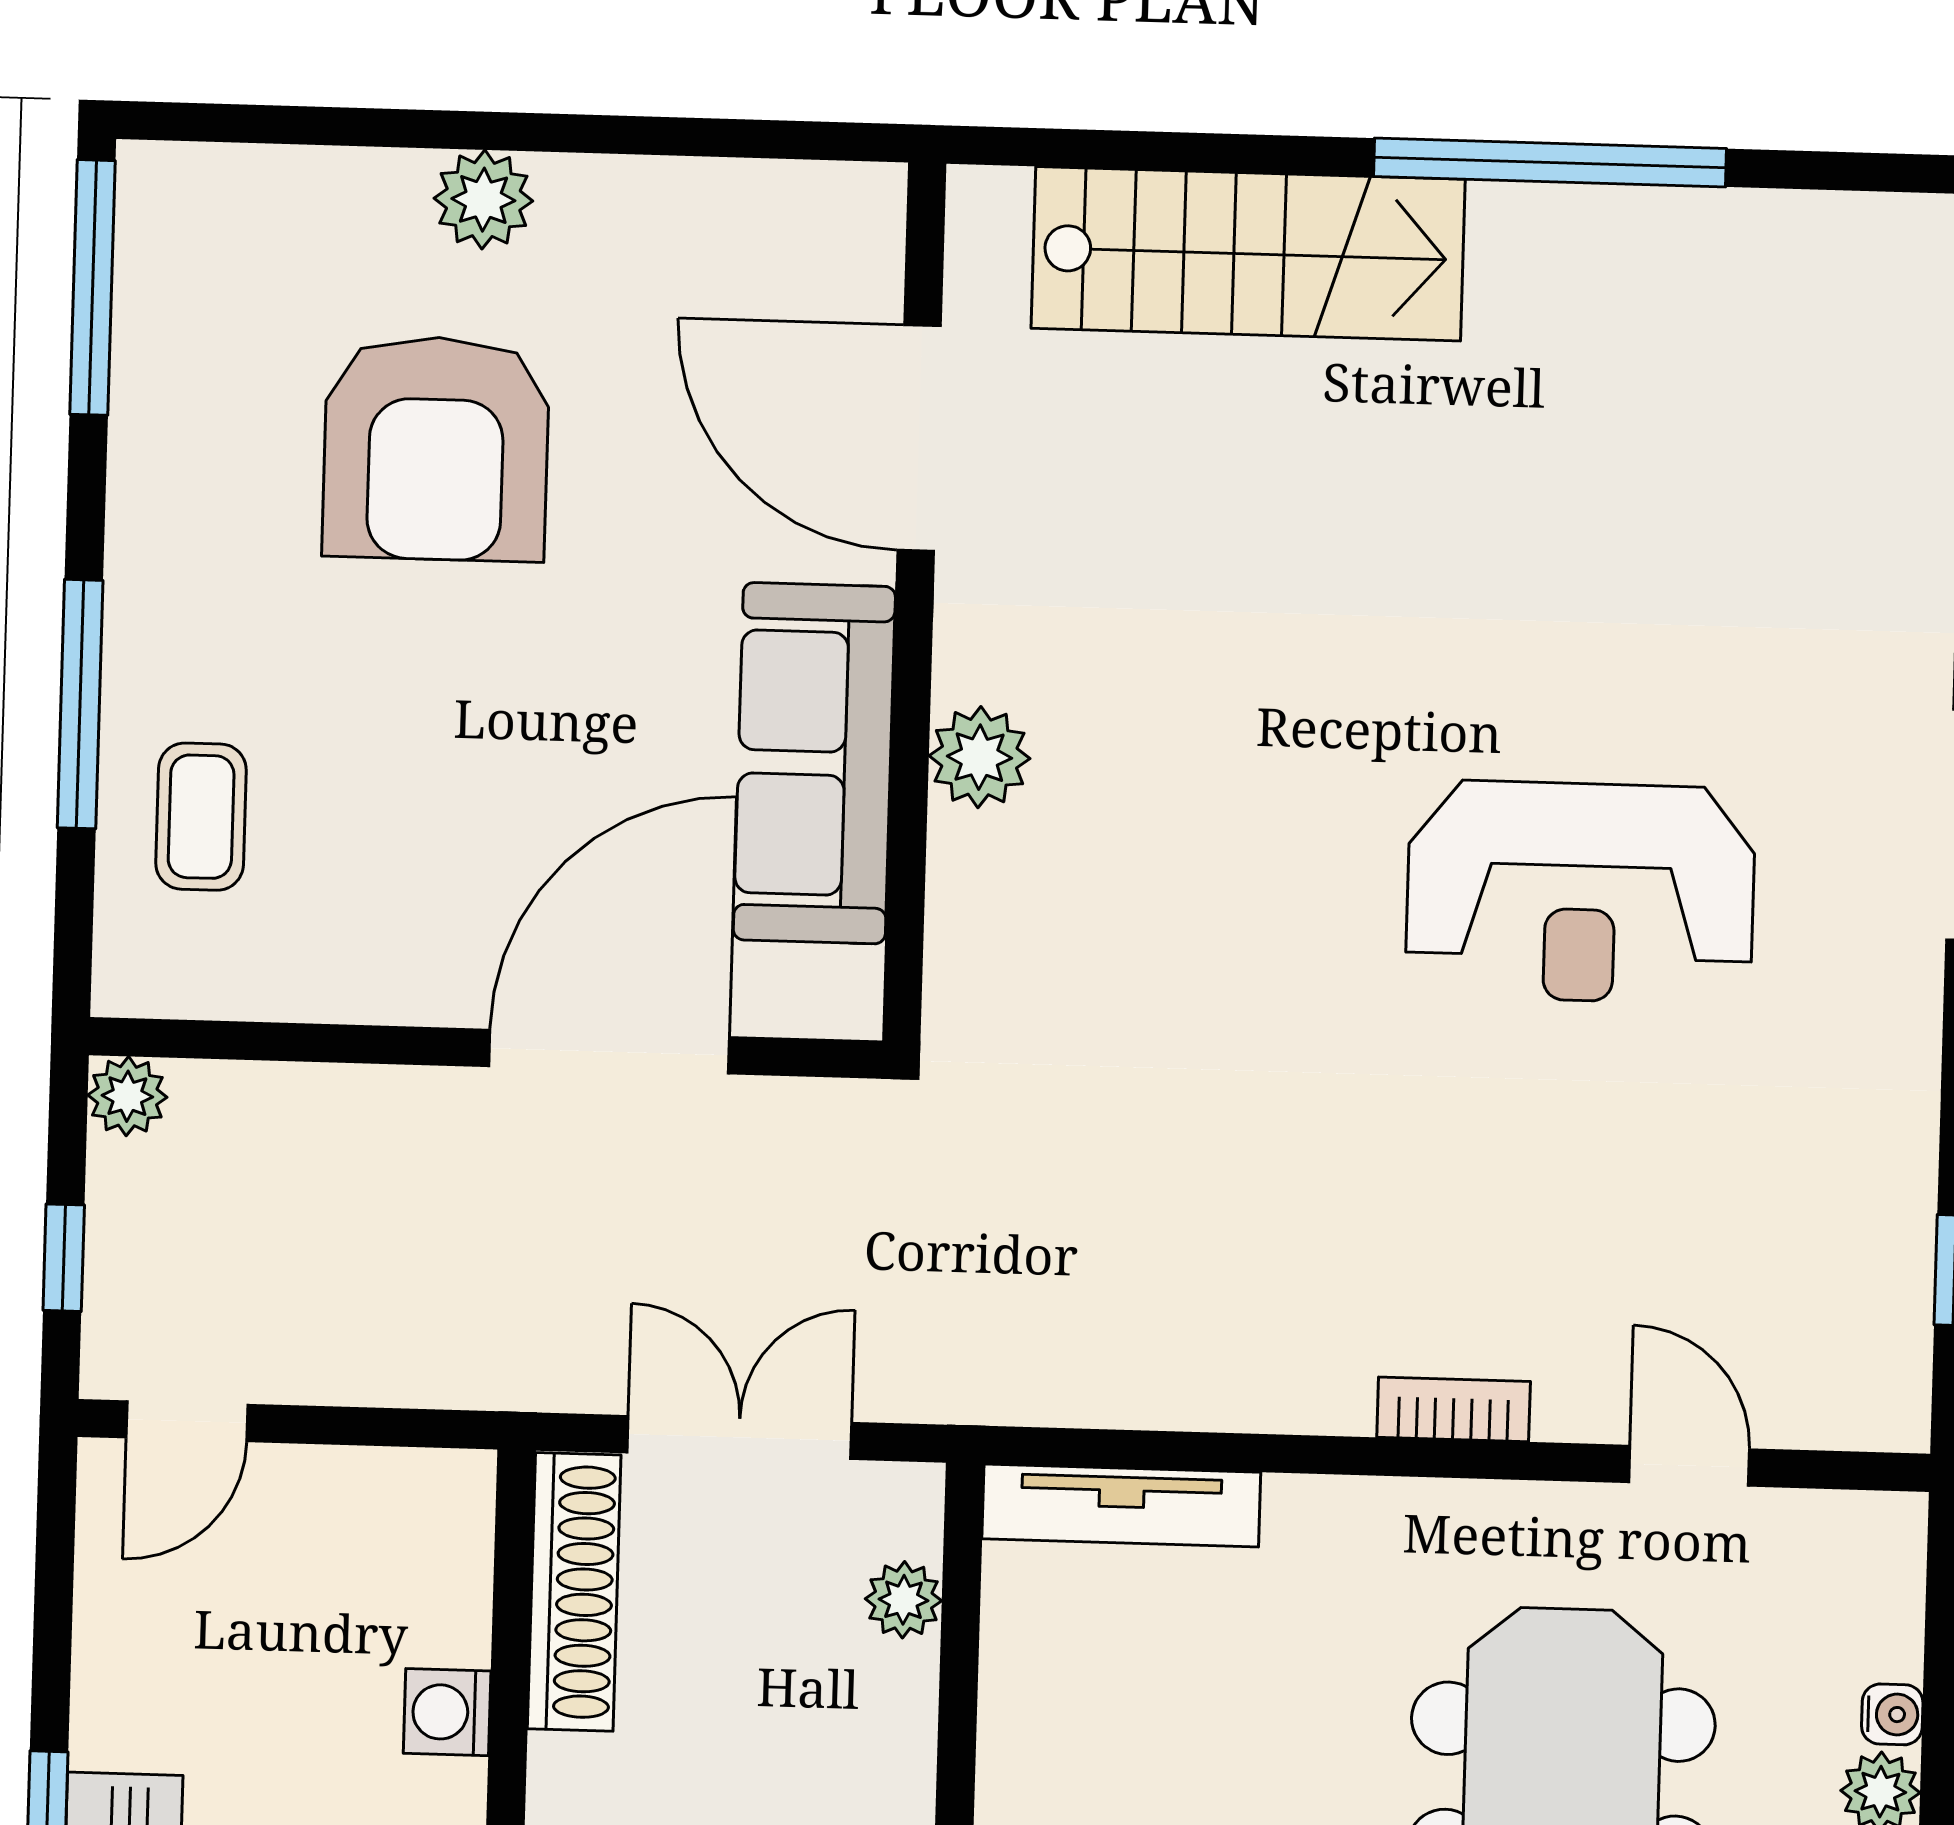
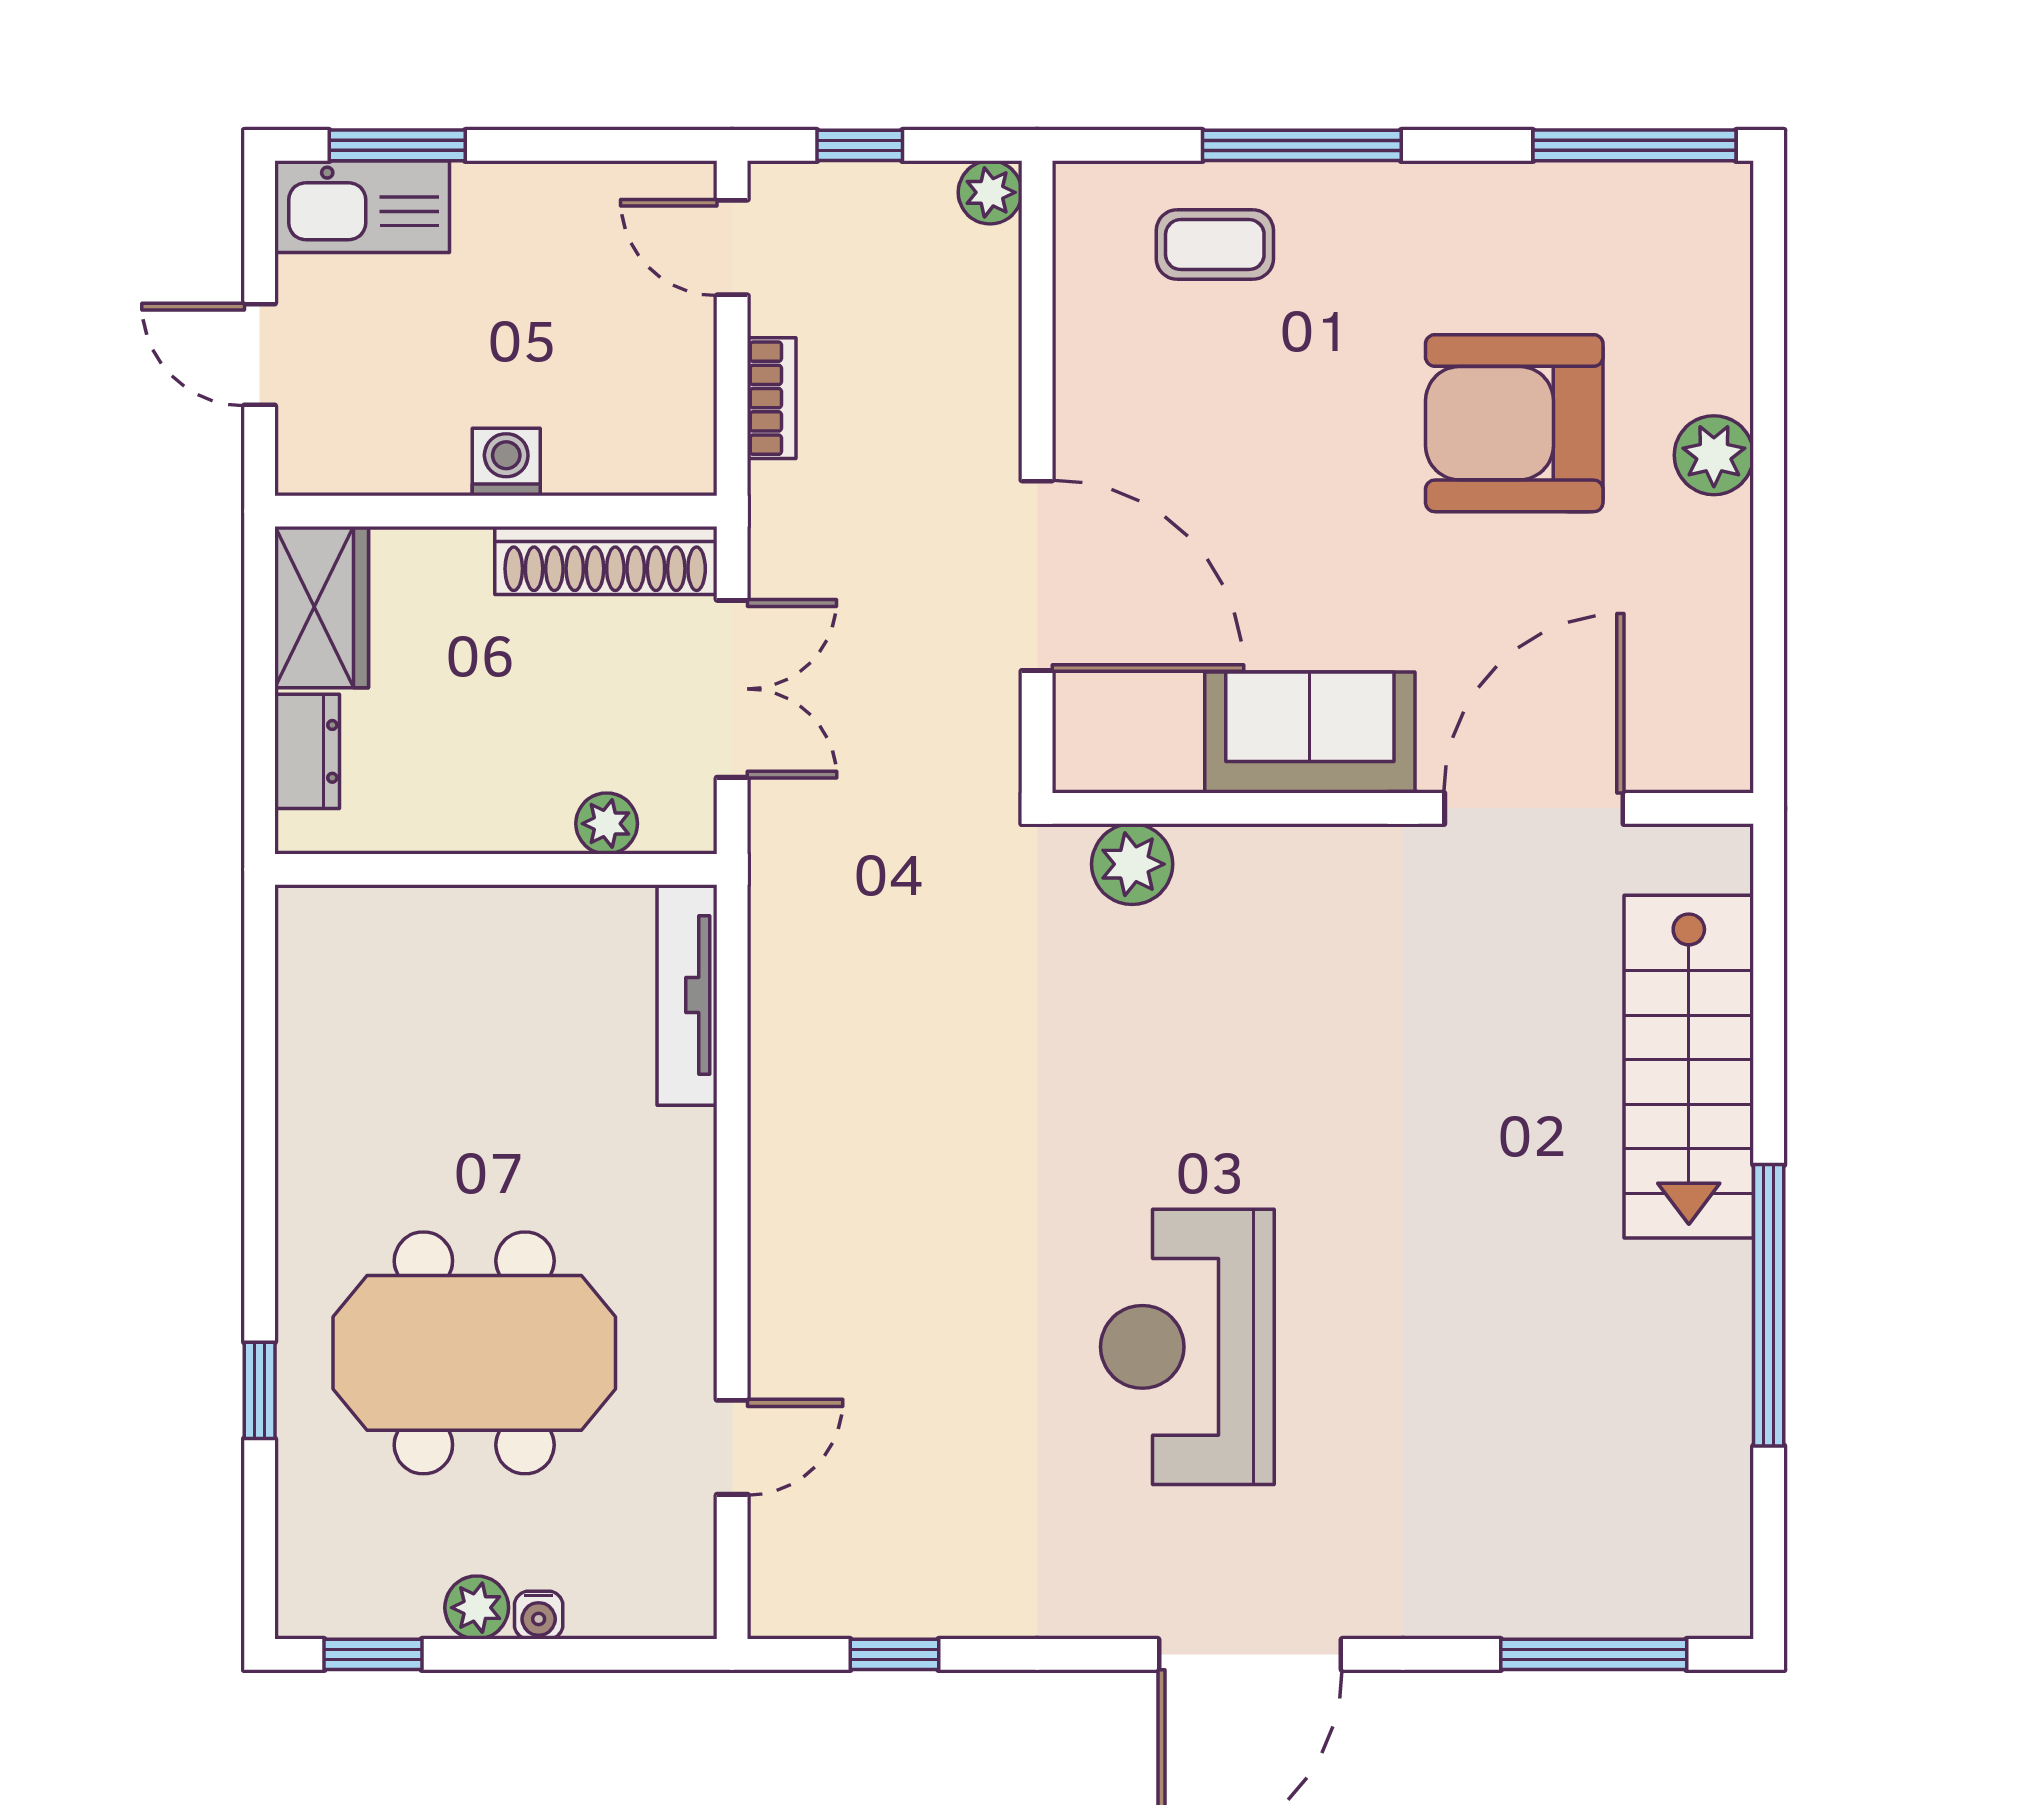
plant: (979, 757) -> (1132, 864), moved
sofa: (814, 763) -> (1310, 733), width x0.73
bookcase: (1454, 1409) -> (772, 398), moved

